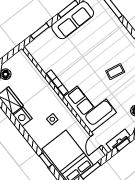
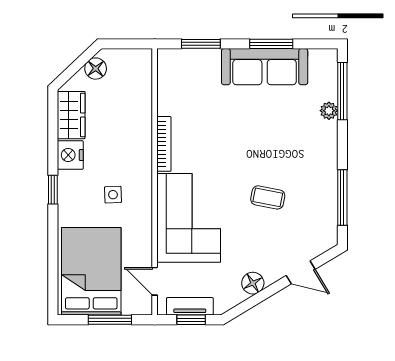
plant: (112, 18) -> (329, 111), added
door: (96, 141) -> (155, 281), hinge flipped
window: (45, 160) -> (53, 190), moved

